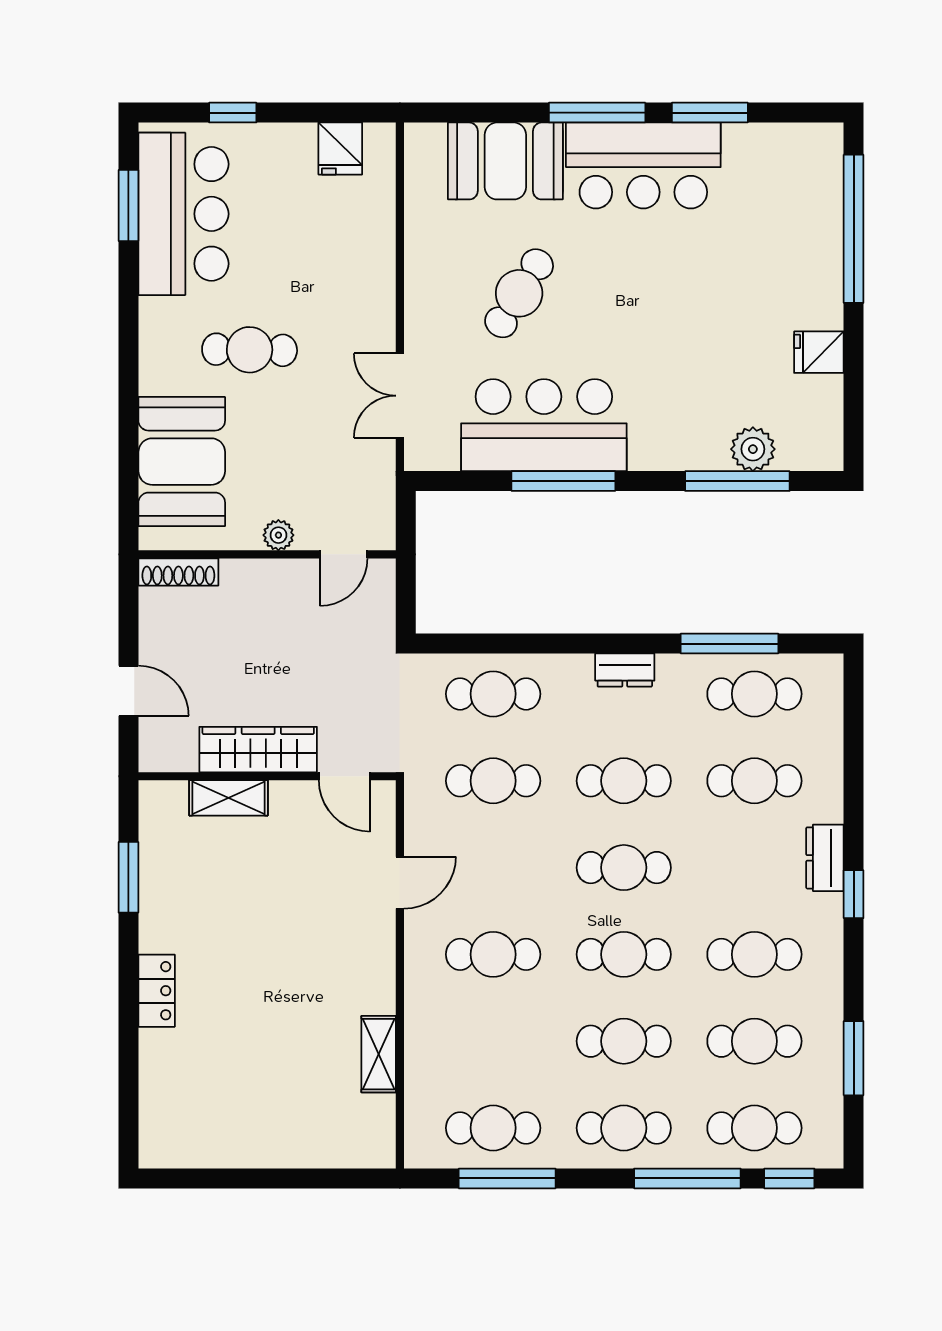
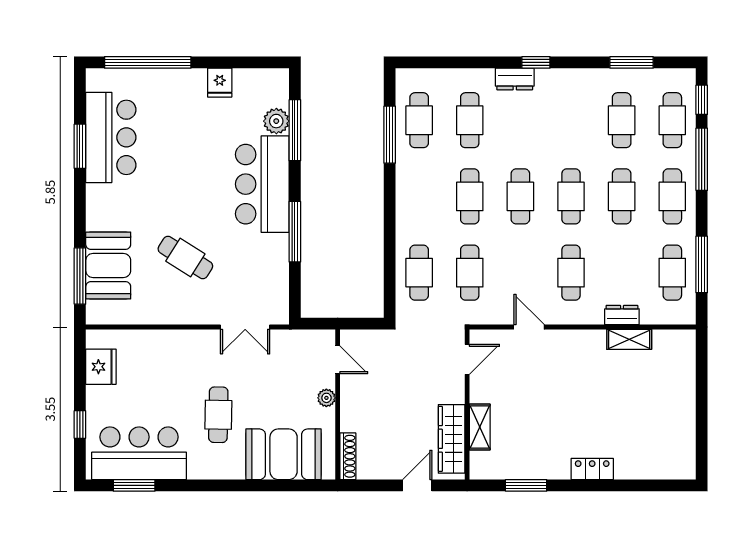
window: (597, 113) -> (80, 276), moved
fridge: (340, 149) -> (101, 367), width x1.38
bar counter: (643, 165) -> (111, 137), moved
bar counter: (544, 425) -> (262, 184), moved
dresser: (625, 670) -> (622, 315), moved, turned -90
wardrobe: (258, 750) -> (452, 439), moved
cafe table: (754, 954) -> (571, 120), removed

